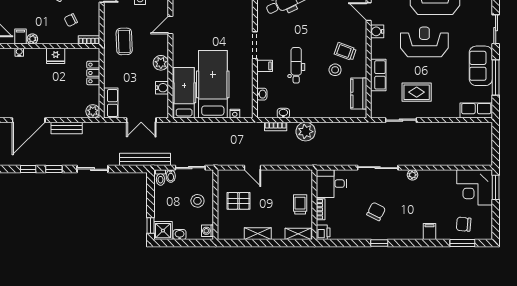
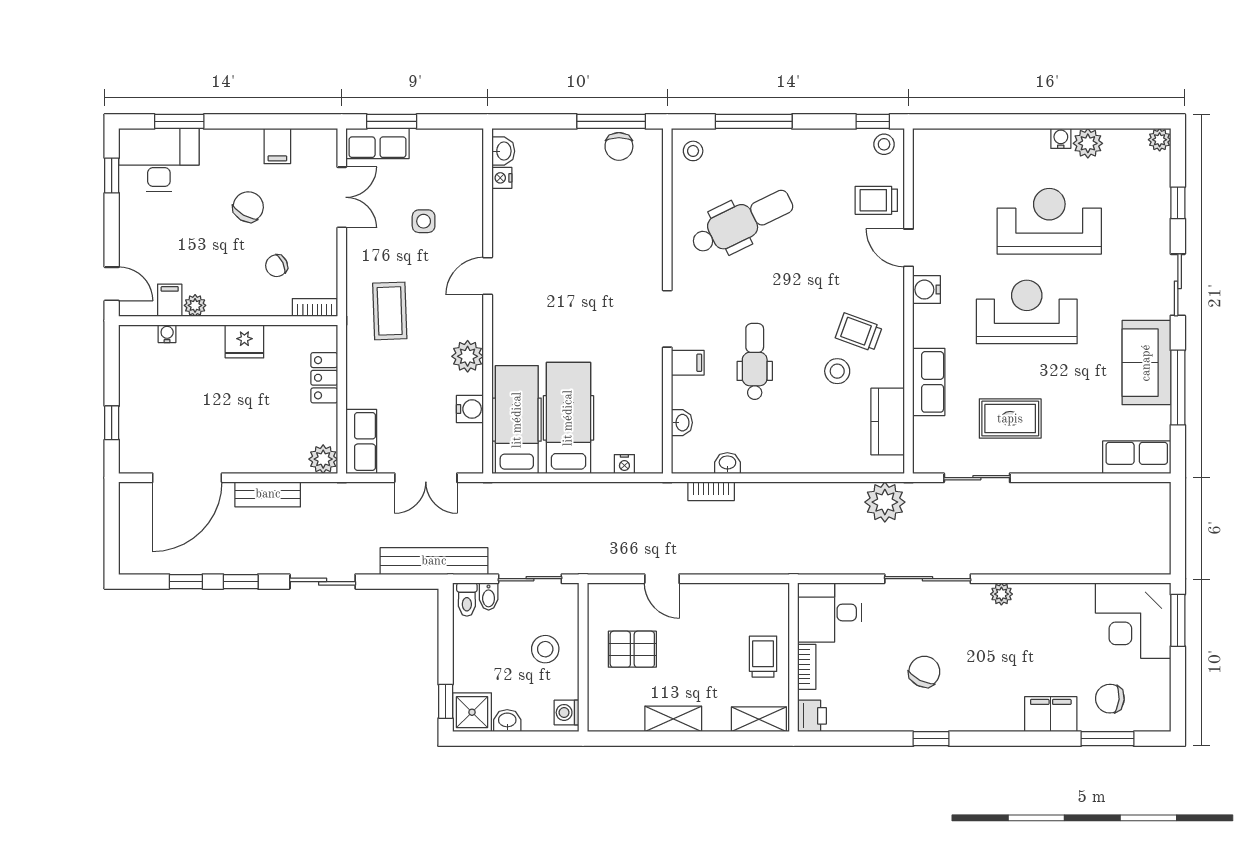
hospital bed: (213, 84) -> (568, 418), width x0.73, depth x0.78
plant: (306, 132) -> (885, 502), moved
filing cabinet: (430, 232) -> (1051, 714), width x2.00

